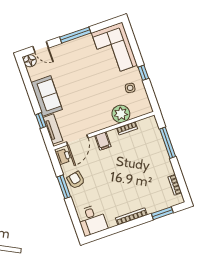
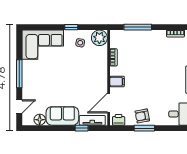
floor lamp: (30, 61) -> (40, 120), moved
plant: (121, 114) -> (99, 38), moved
door: (77, 140) -> (109, 103), swing flipped

